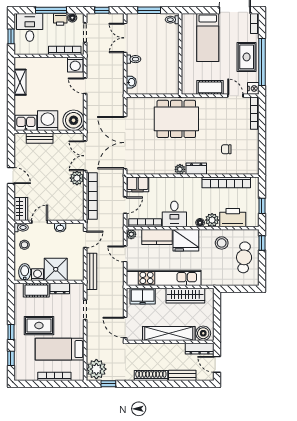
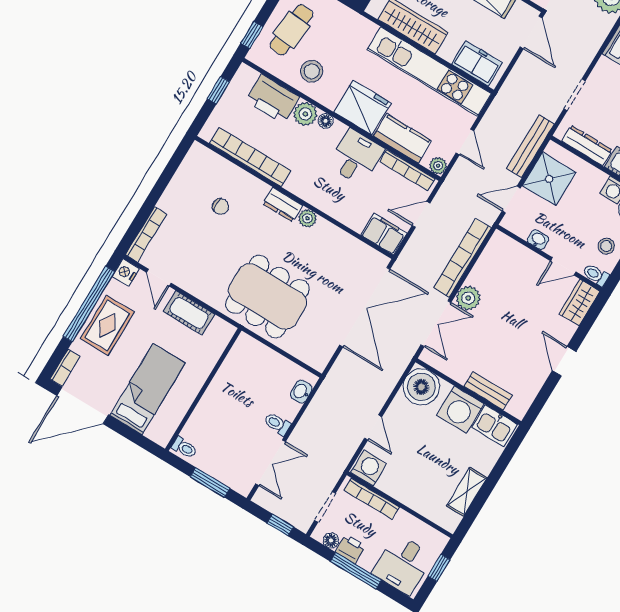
shower: (56, 269) -> (549, 179), moved
dresser: (60, 289) -> (587, 145), width x1.44

